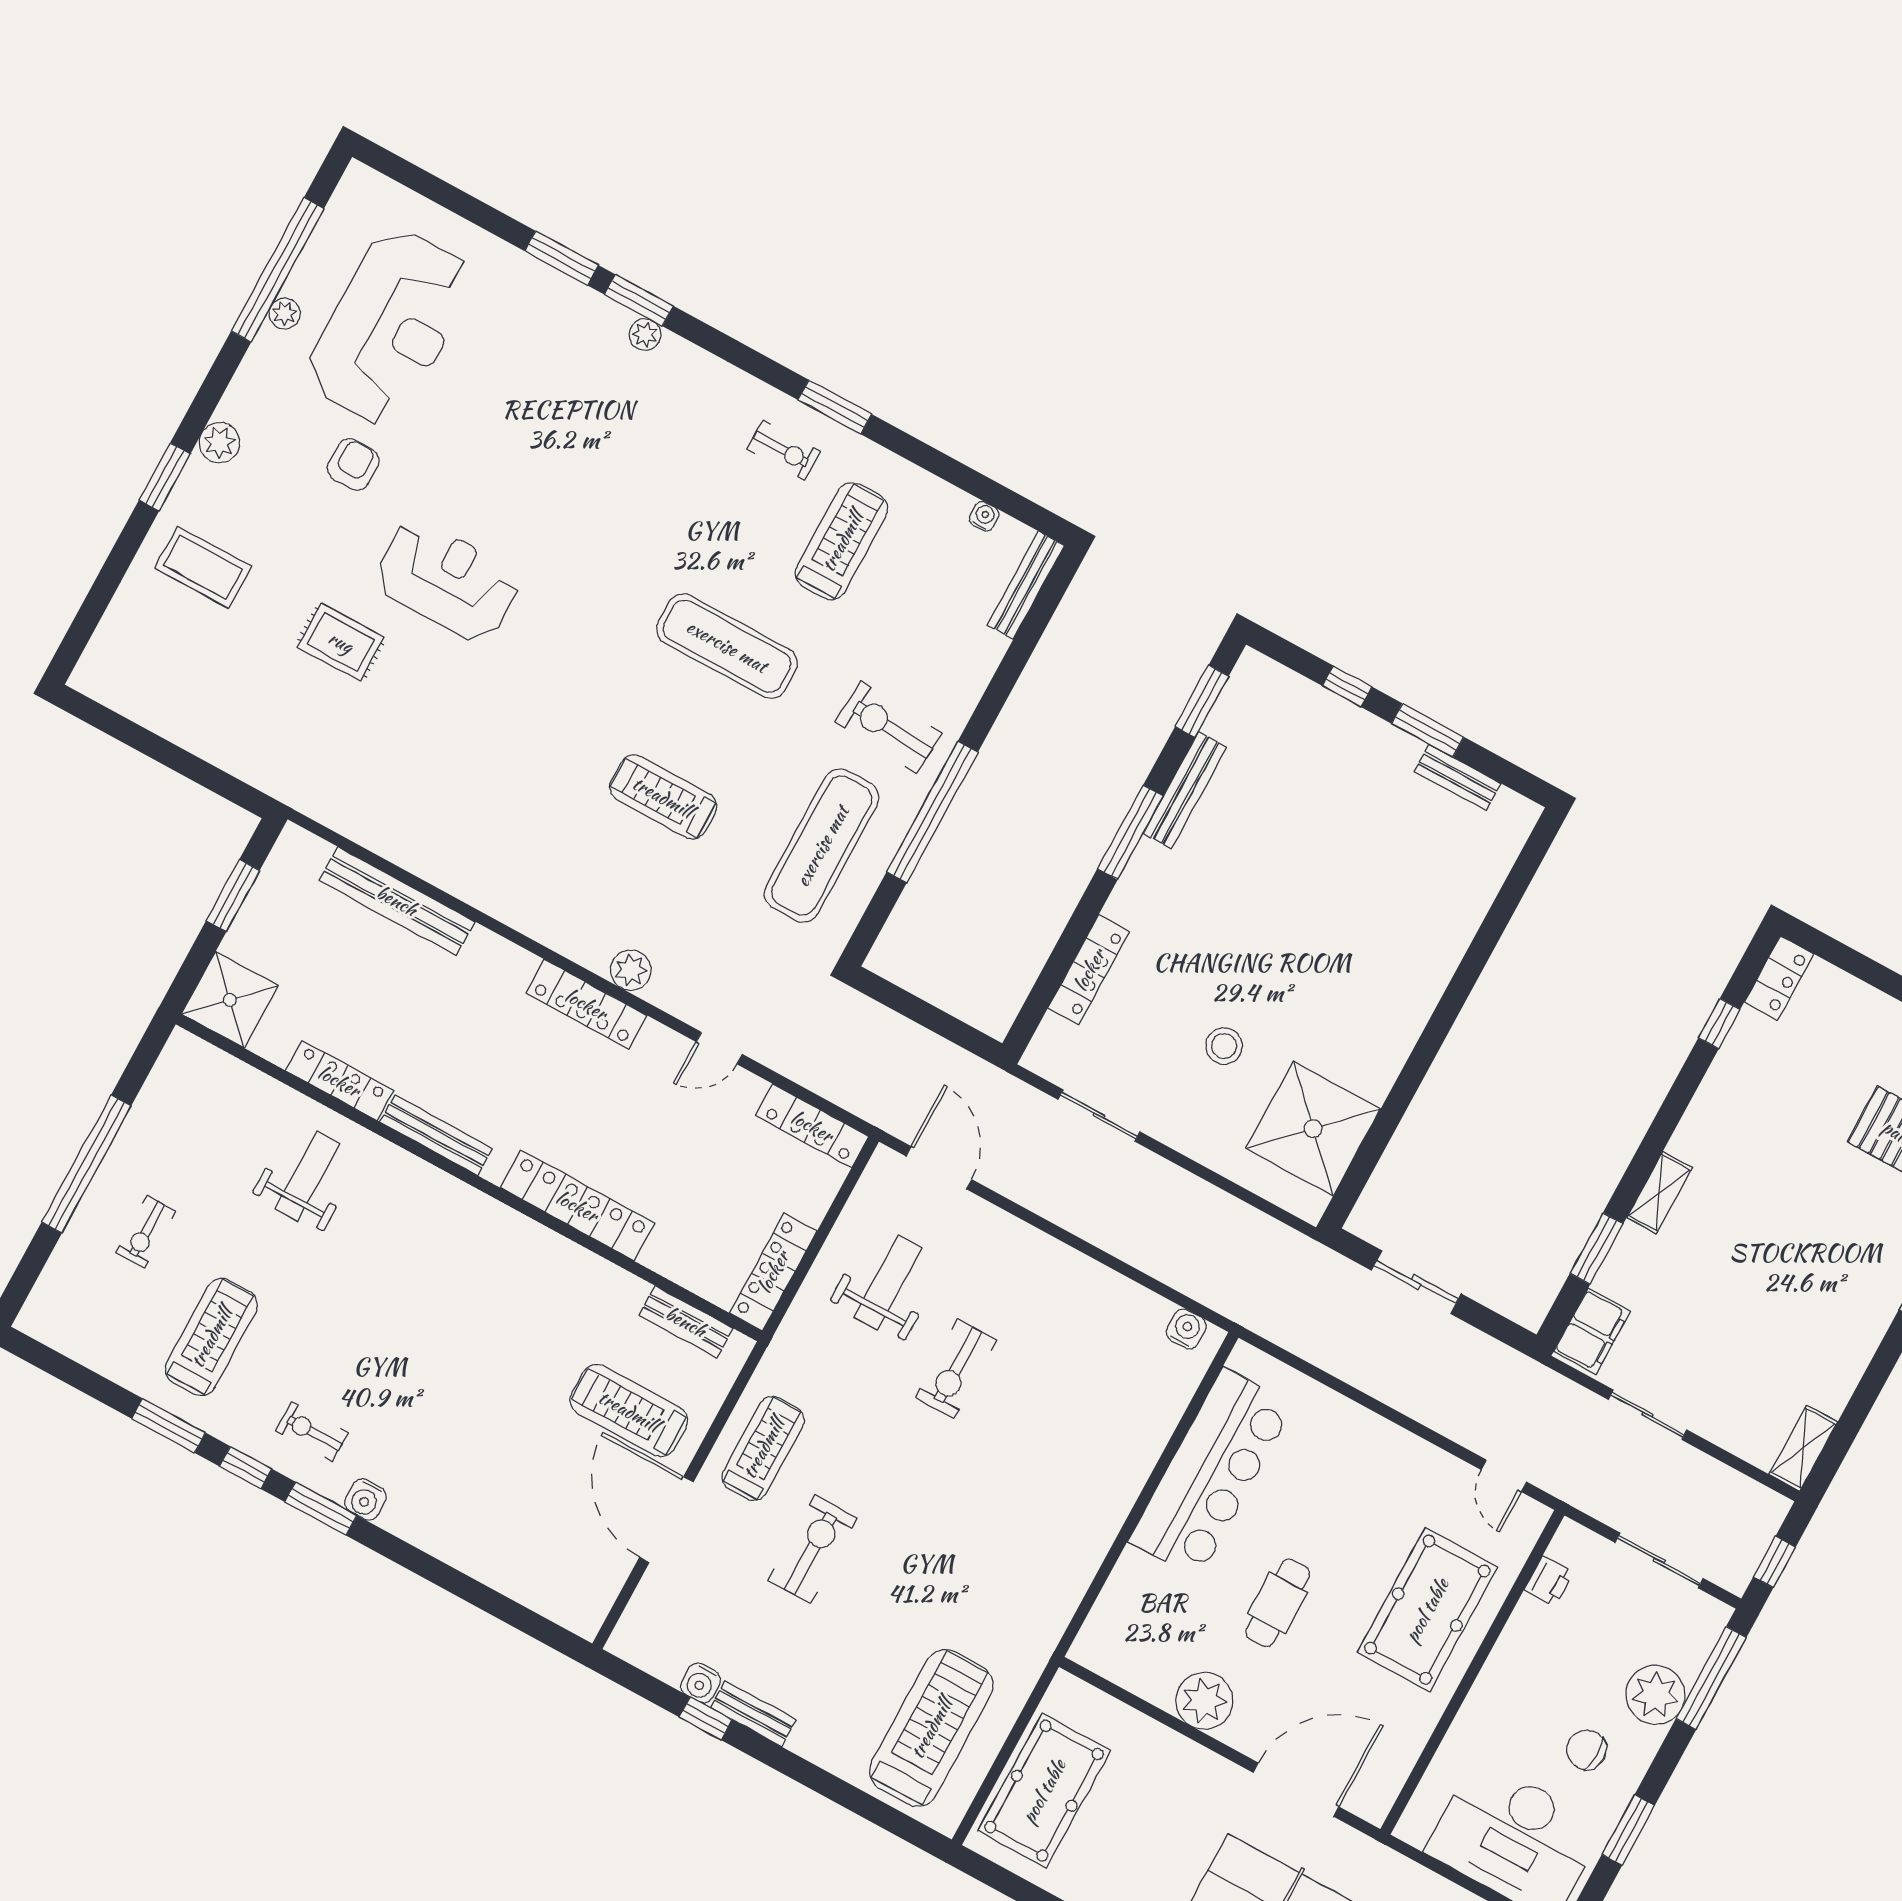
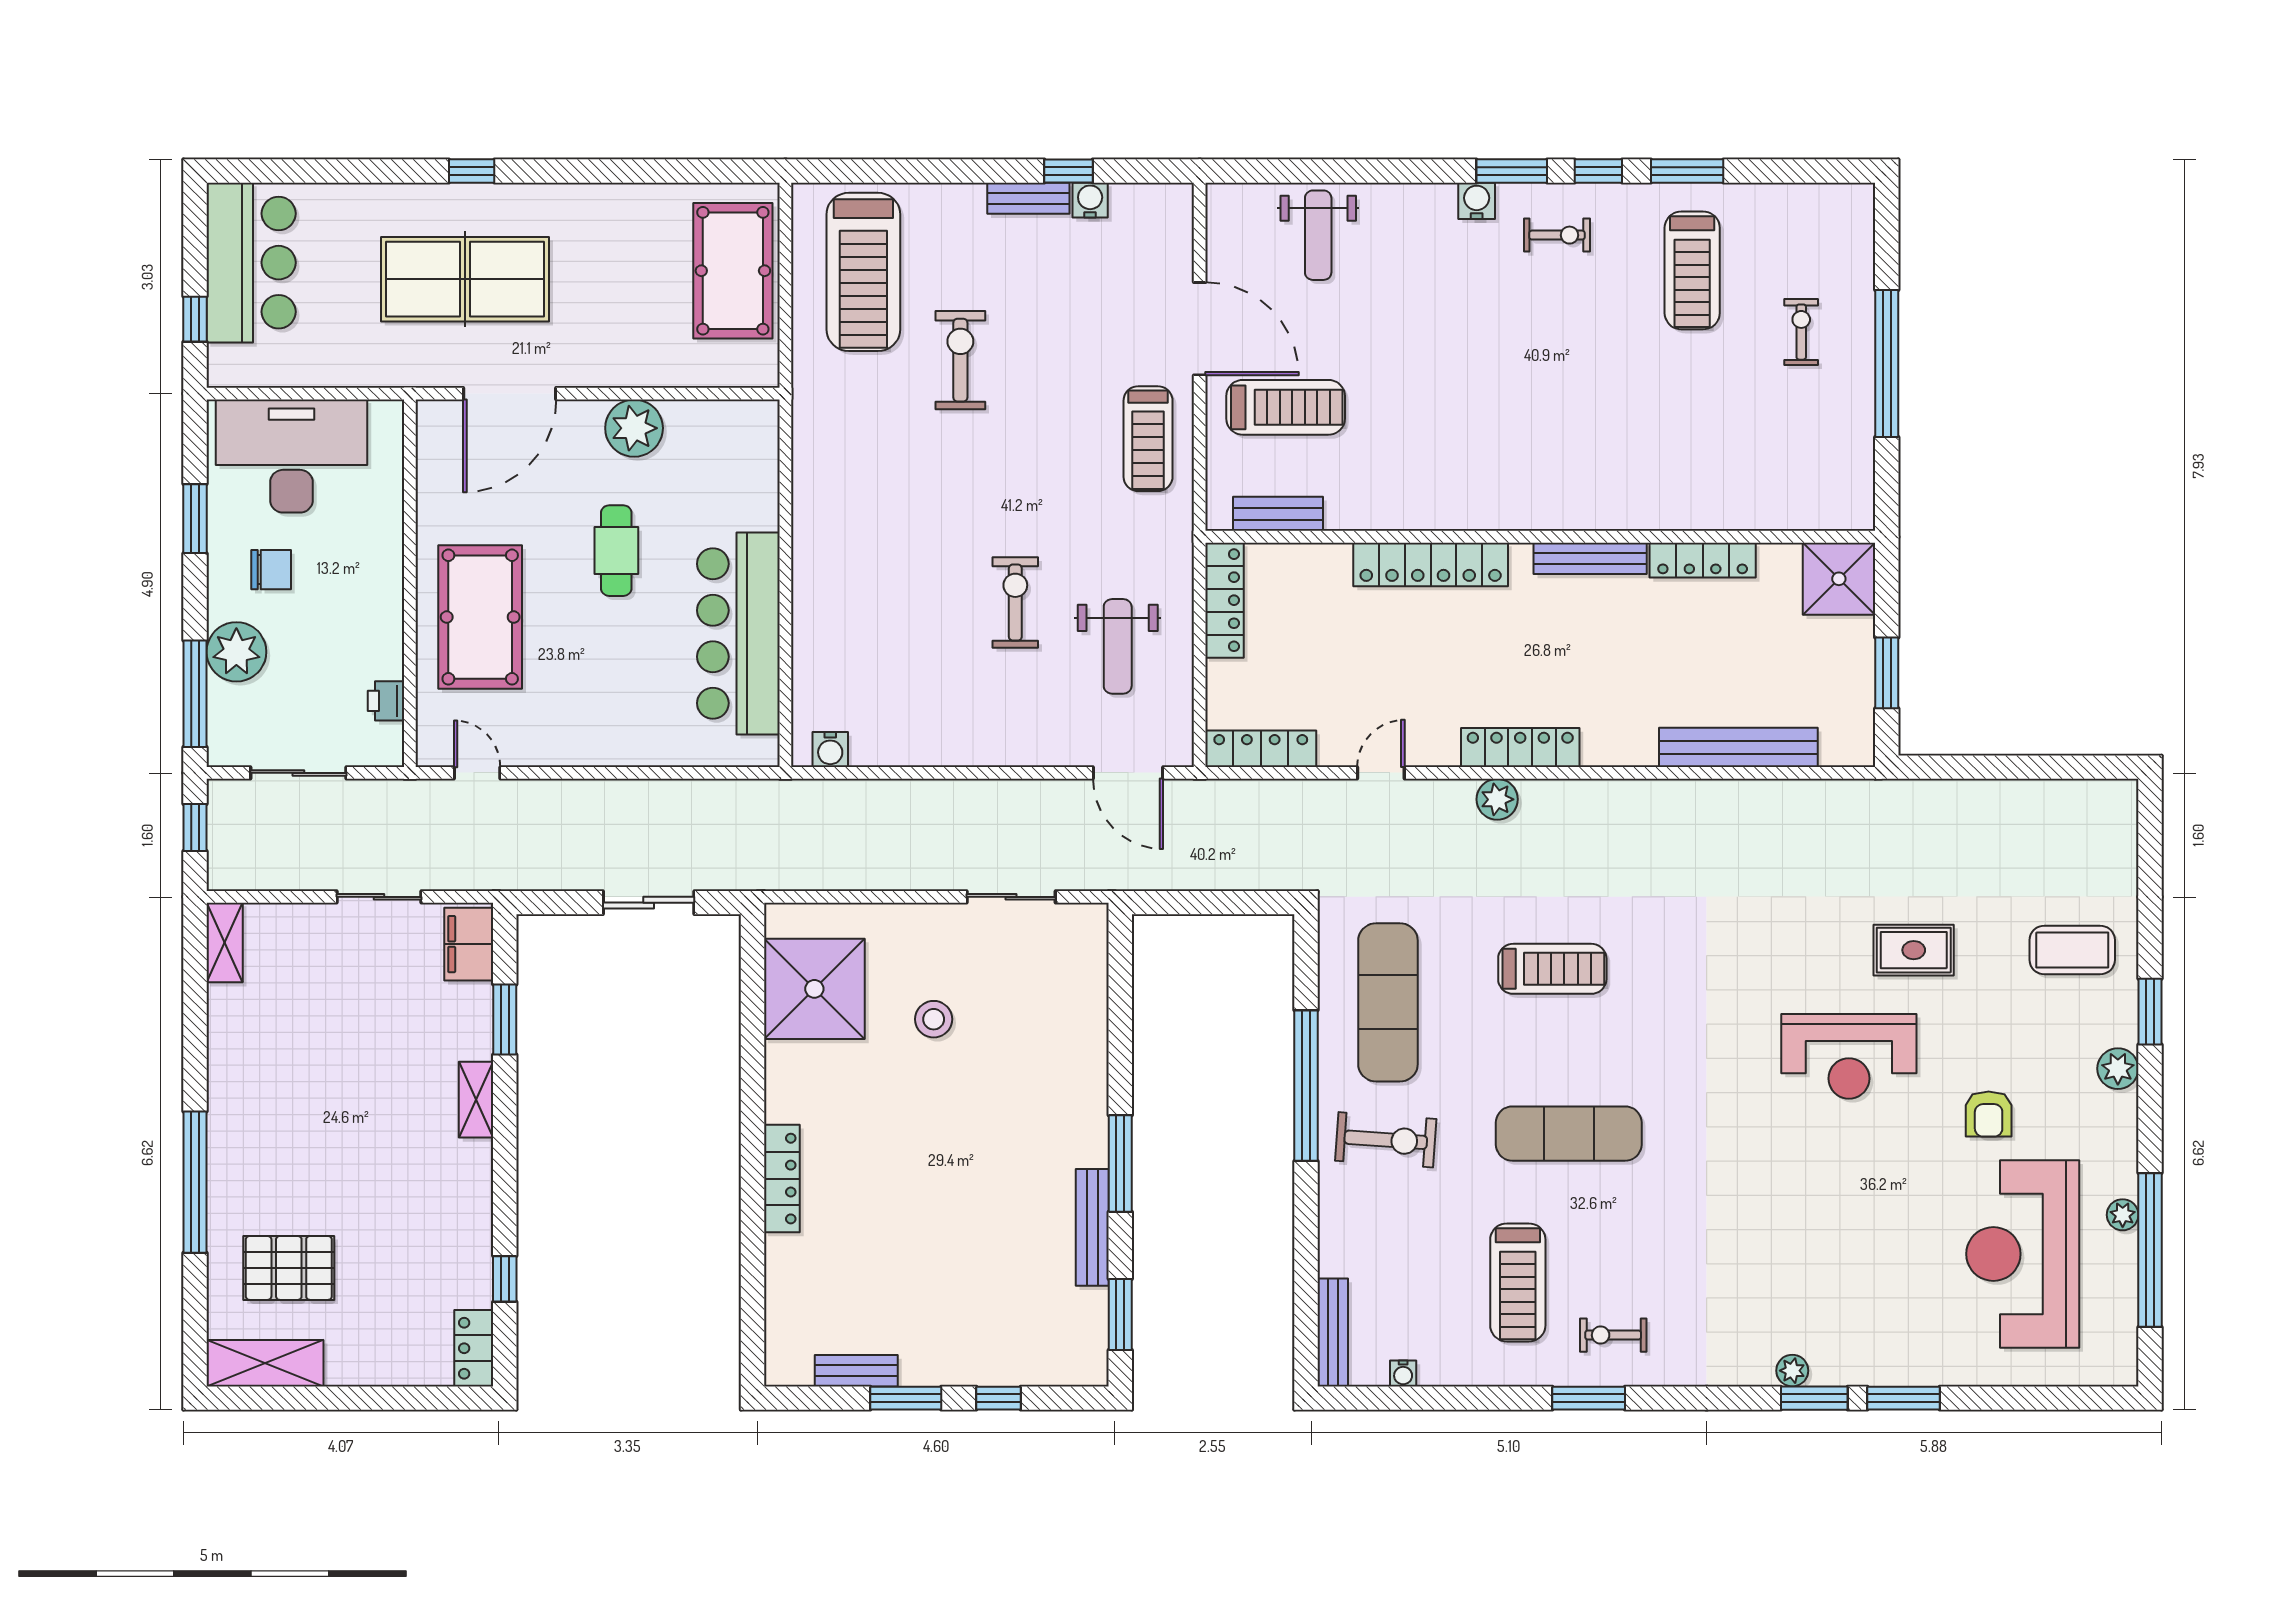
locker: (1089, 970) -> (782, 1179), moved, turned 180
weight bench: (307, 1176) -> (1318, 235), moved
exercise bike: (813, 1549) -> (960, 360), moved, turned 180

